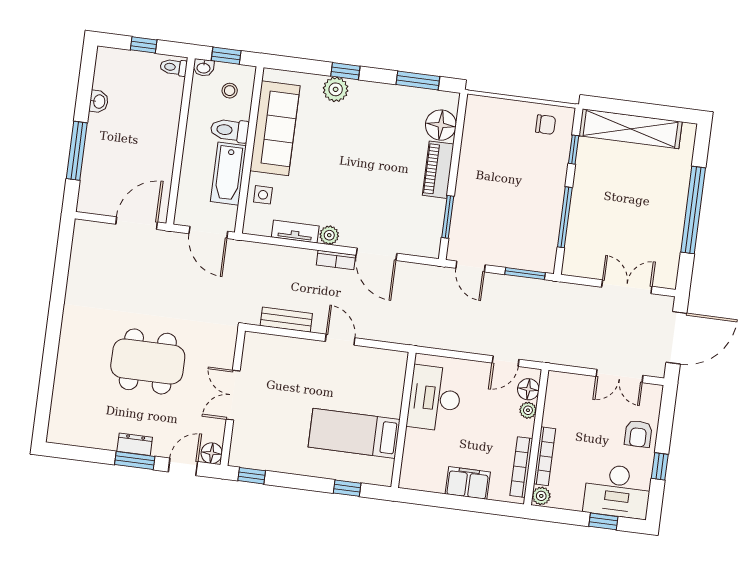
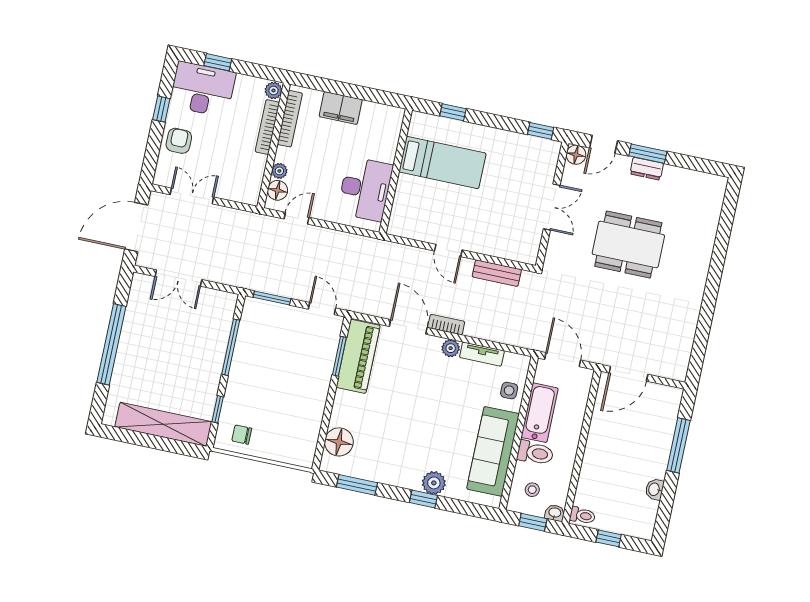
piano: (438, 170) -> (358, 356), moved, width x1.37, depth x1.33

